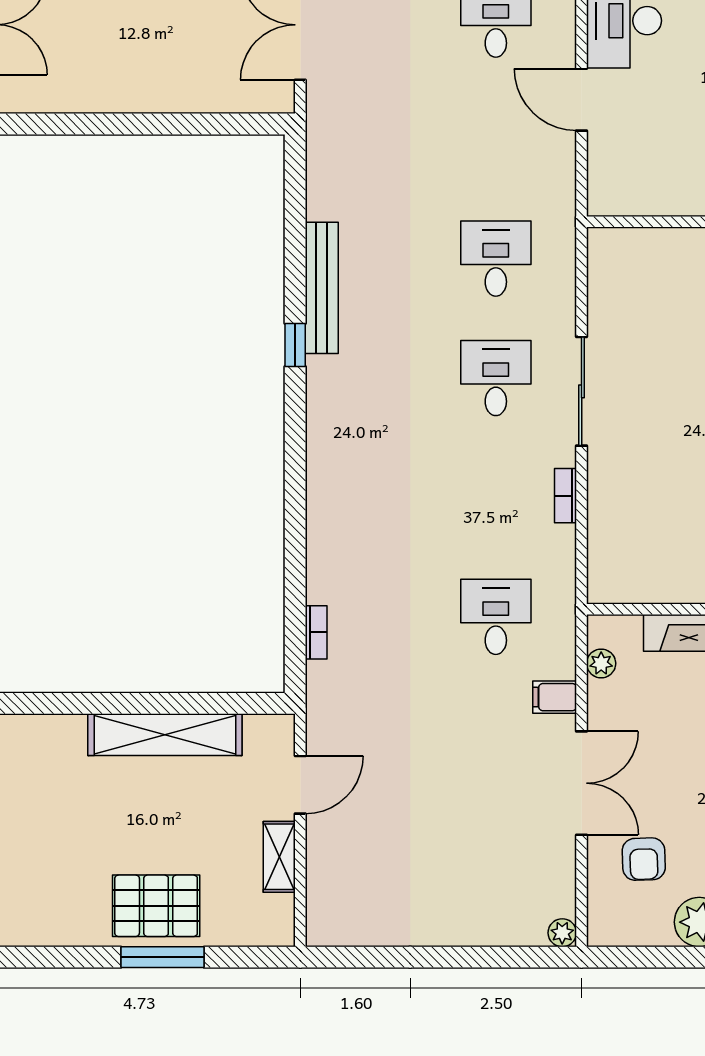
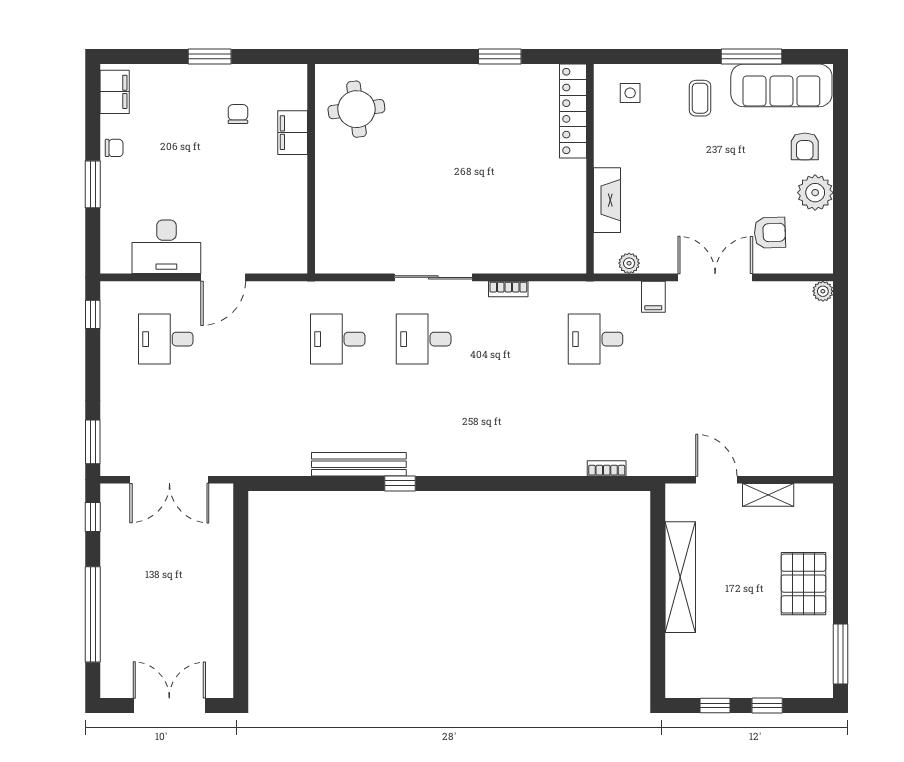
window: (163, 957) -> (840, 654), moved

